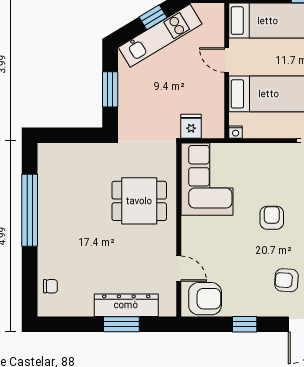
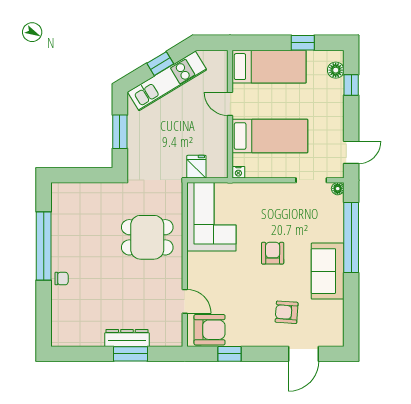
chair: (50, 286) -> (62, 279), moved
dresser: (126, 305) -> (127, 338), width x0.73, depth x0.80
window: (245, 324) -> (230, 354), moved

